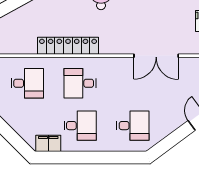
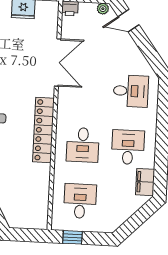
locker: (68, 46) -> (43, 130), moved
desk: (133, 126) -> (131, 91), turned 90

